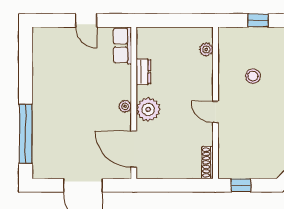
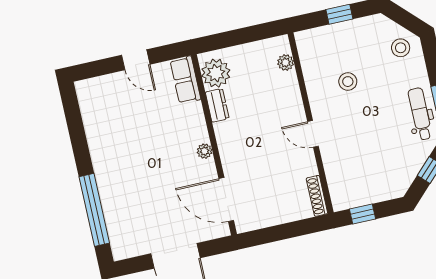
plant: (148, 109) -> (216, 73), moved

